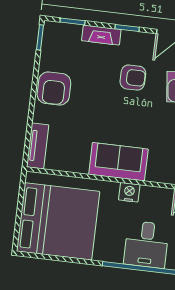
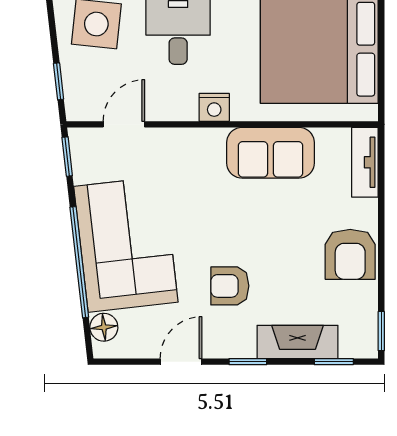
fireplace: (101, 35) -> (298, 342), width x1.37, depth x1.32
armchair: (54, 89) -> (350, 254), turned 180
sofa: (118, 162) -> (271, 153), moved

